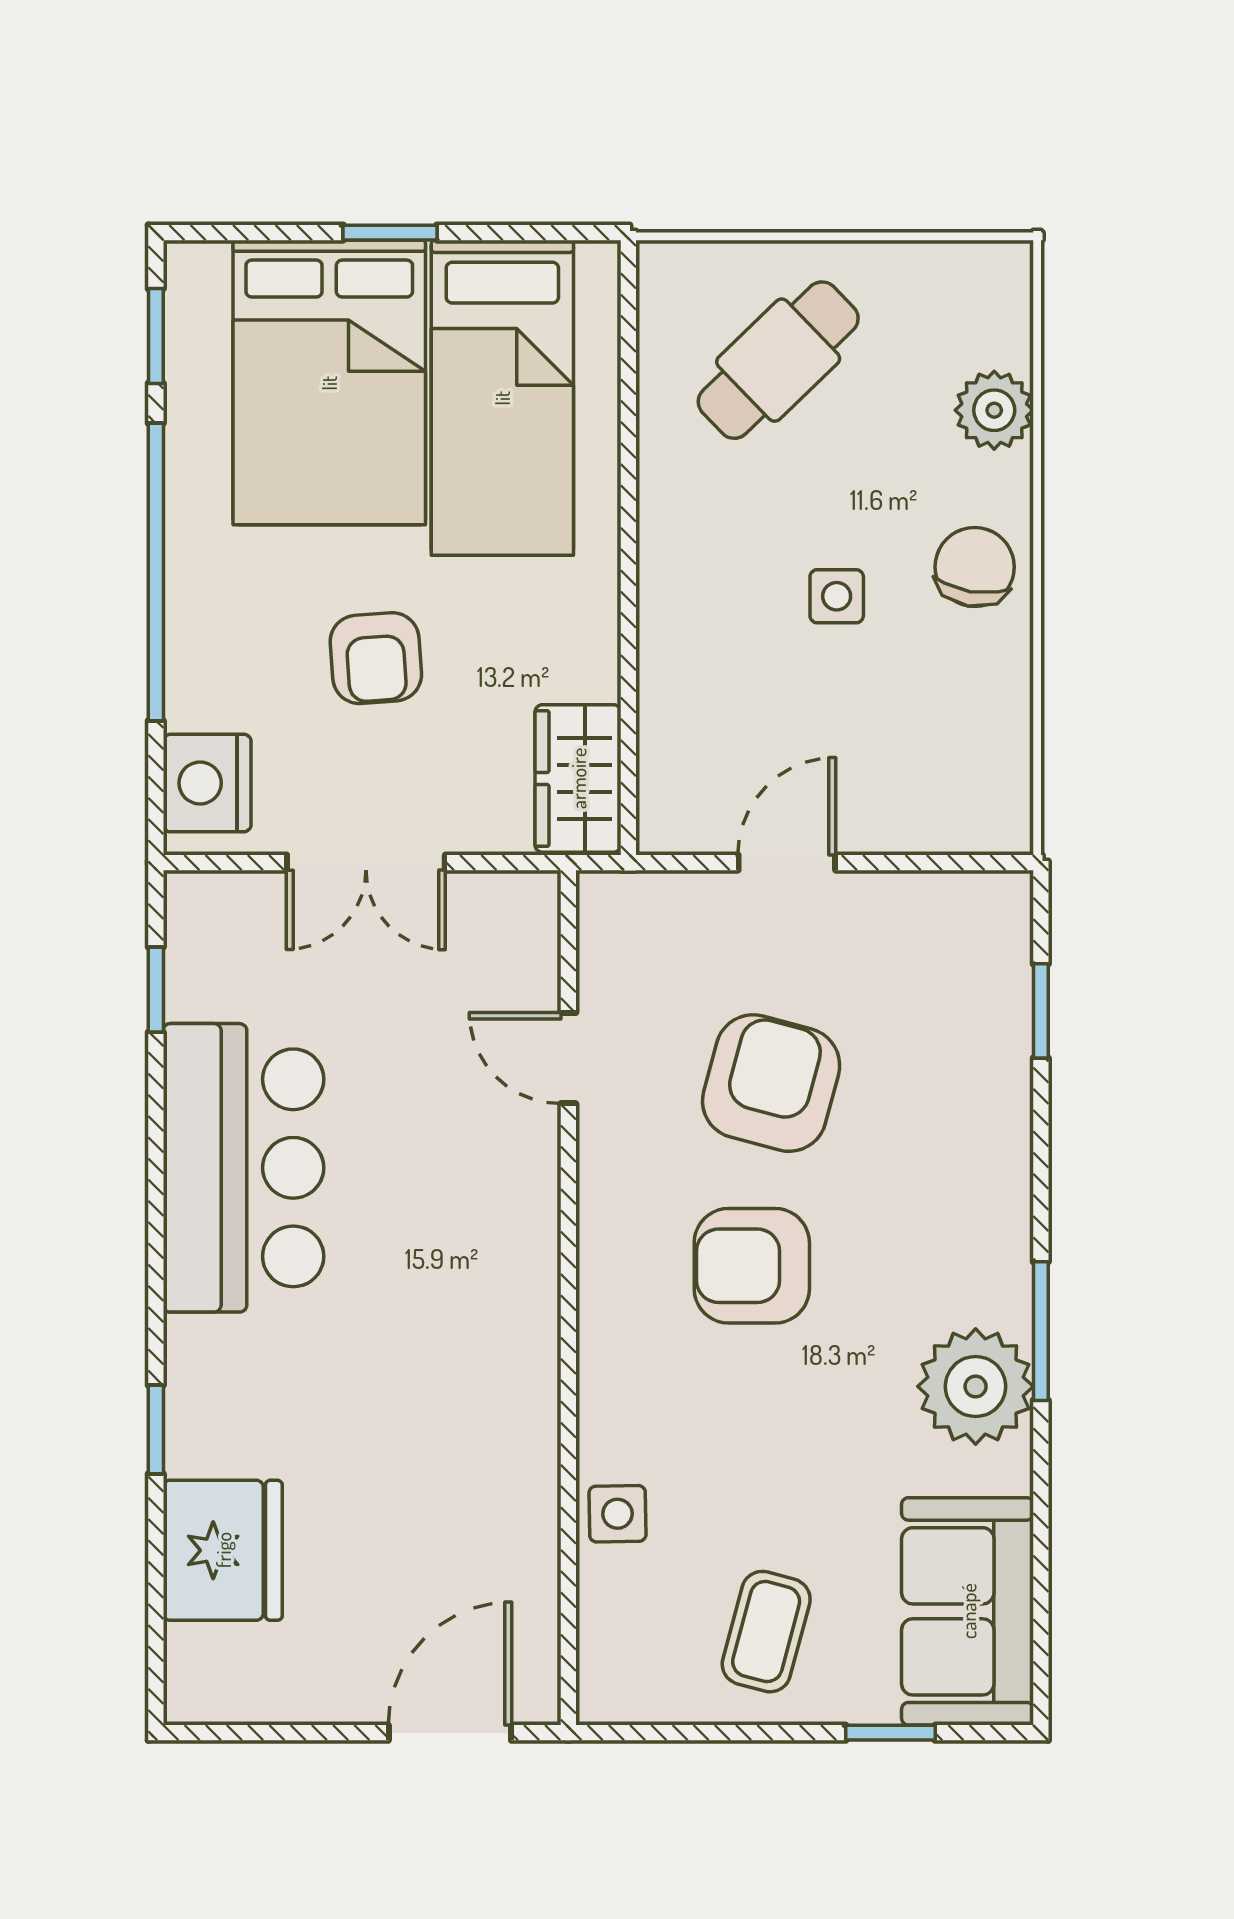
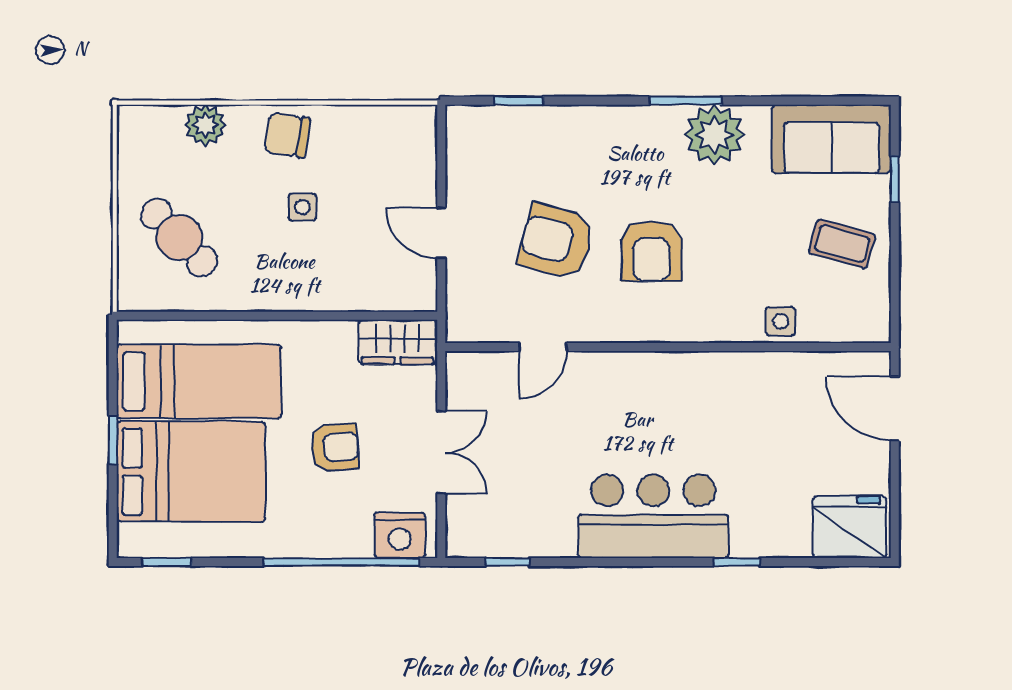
window: (156, 572) -> (341, 562), moved
bar counter: (243, 1168) -> (653, 516), moved
fridge: (223, 1550) -> (850, 527), moved

